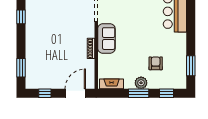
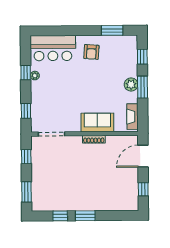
sofa: (106, 39) -> (97, 123), moved
armchair: (156, 63) -> (91, 52), moved, turned -86
window: (21, 68) -> (85, 216), moved
door: (75, 93) -> (143, 156), hinge flipped

